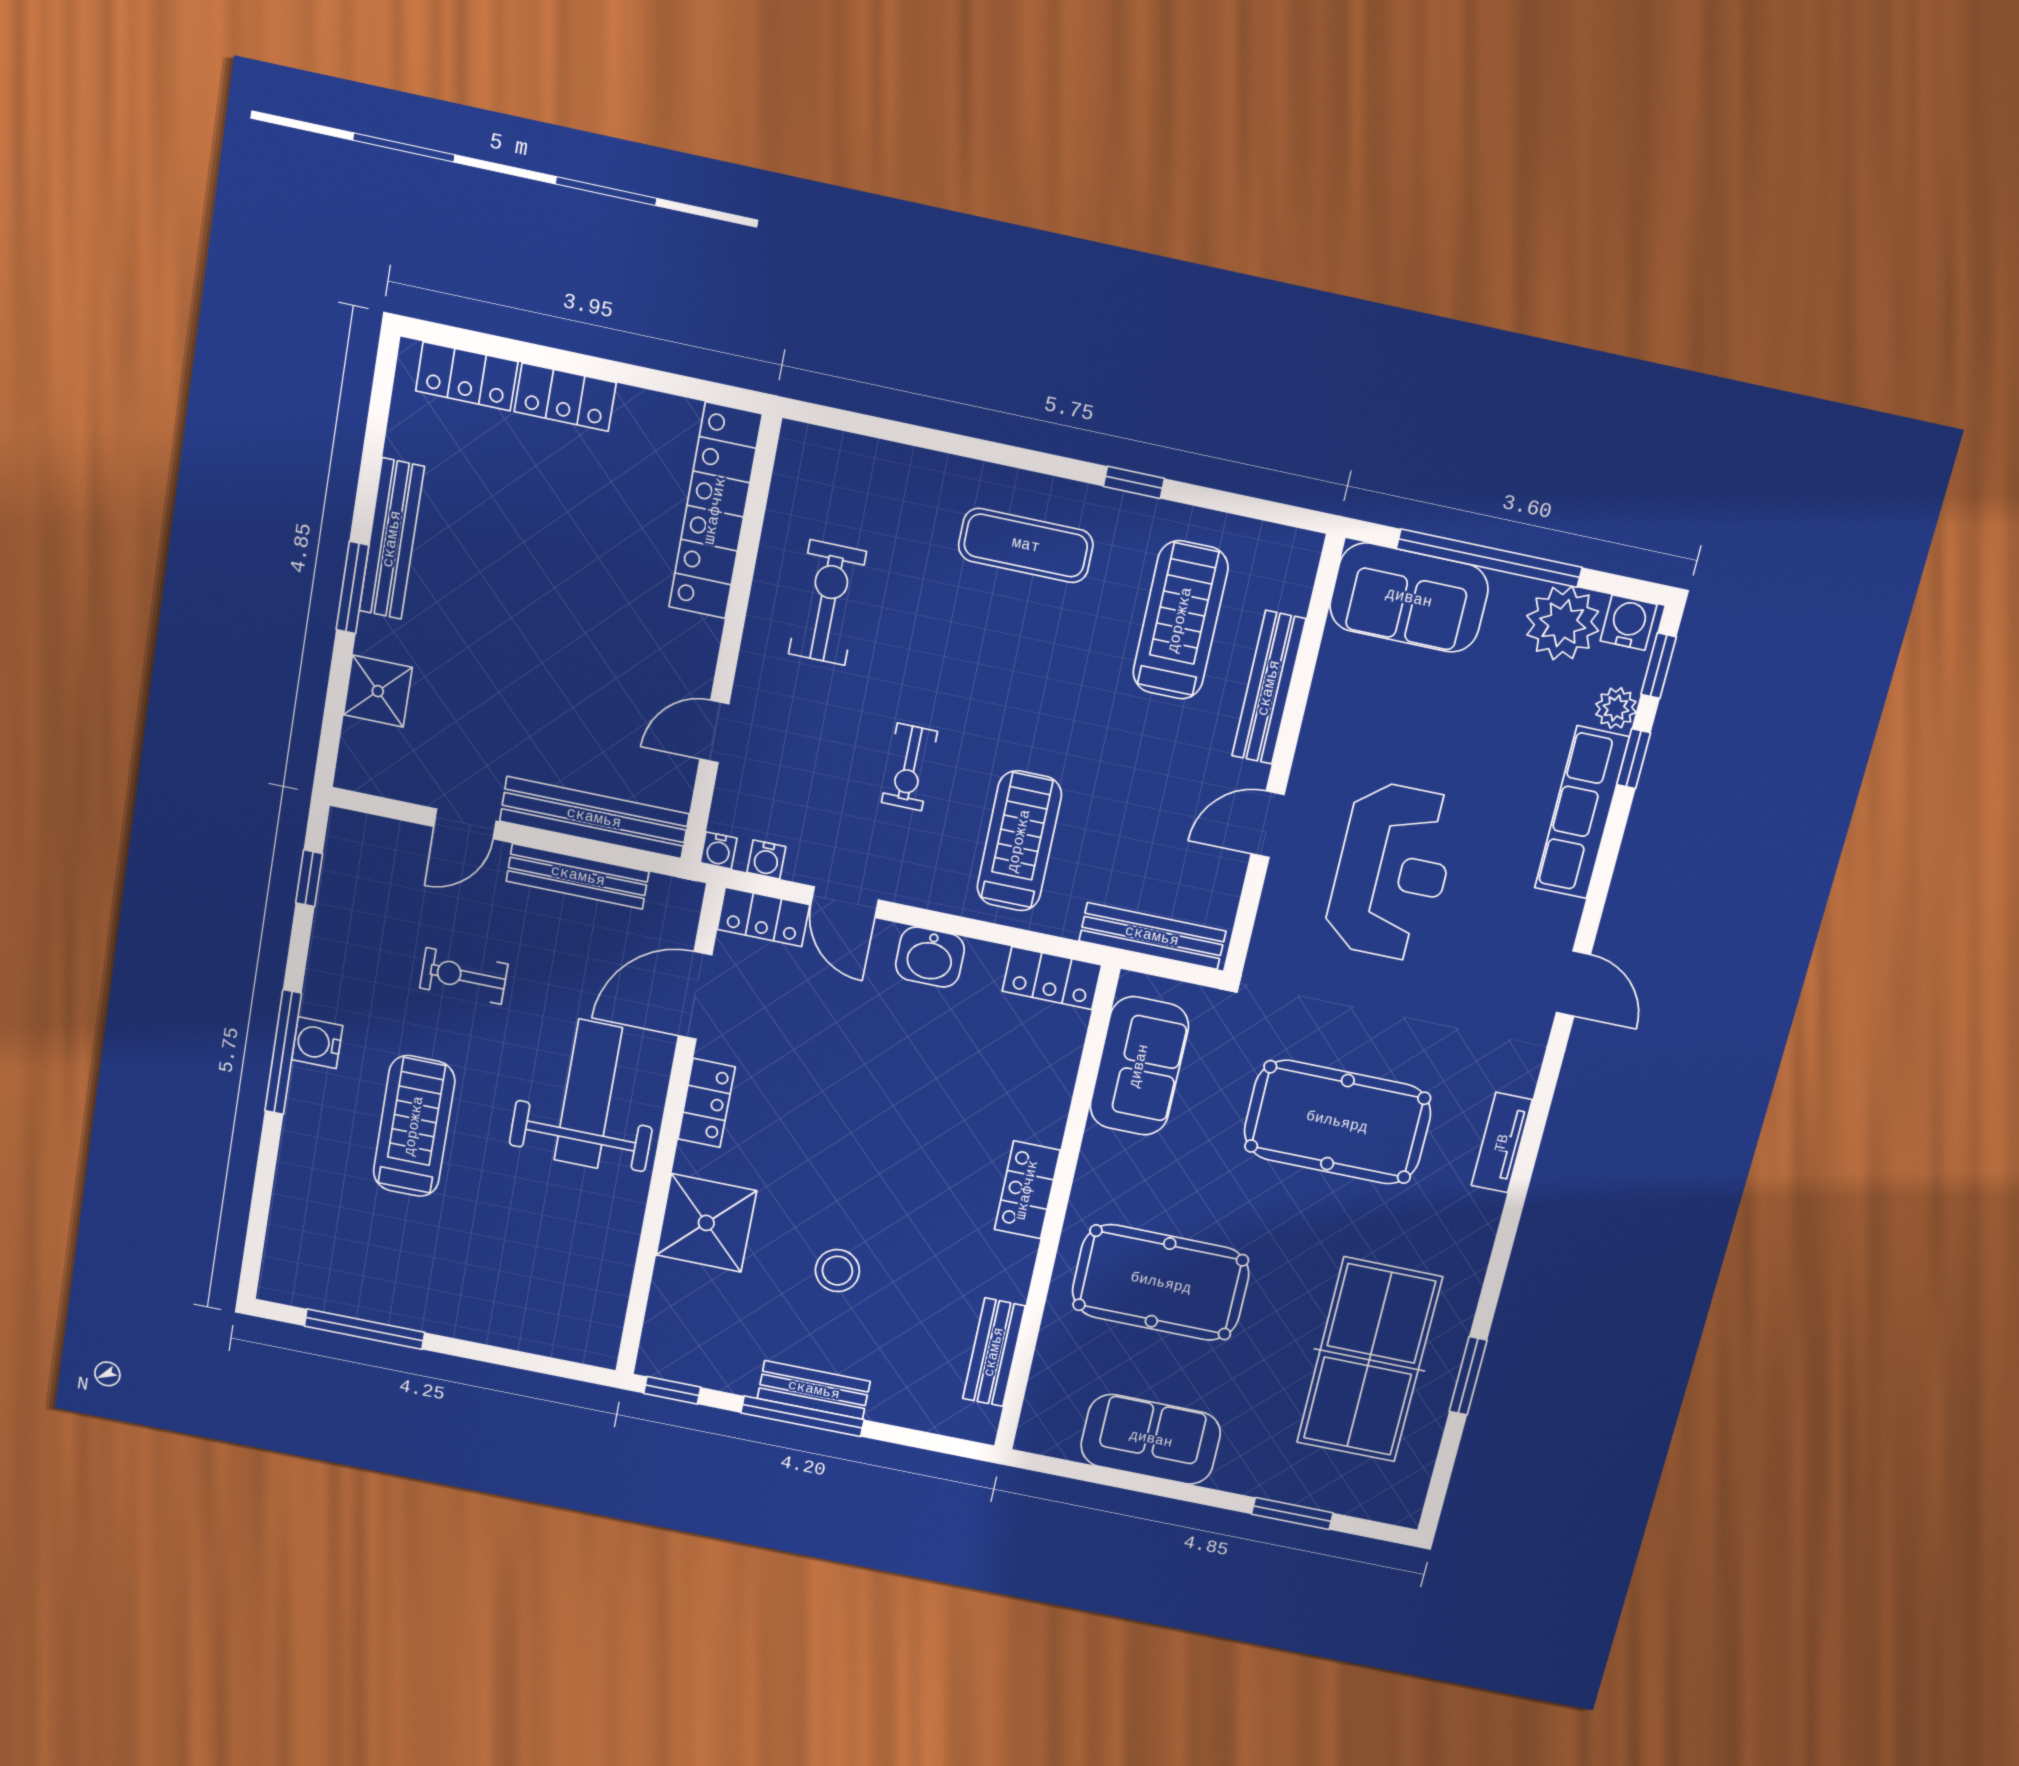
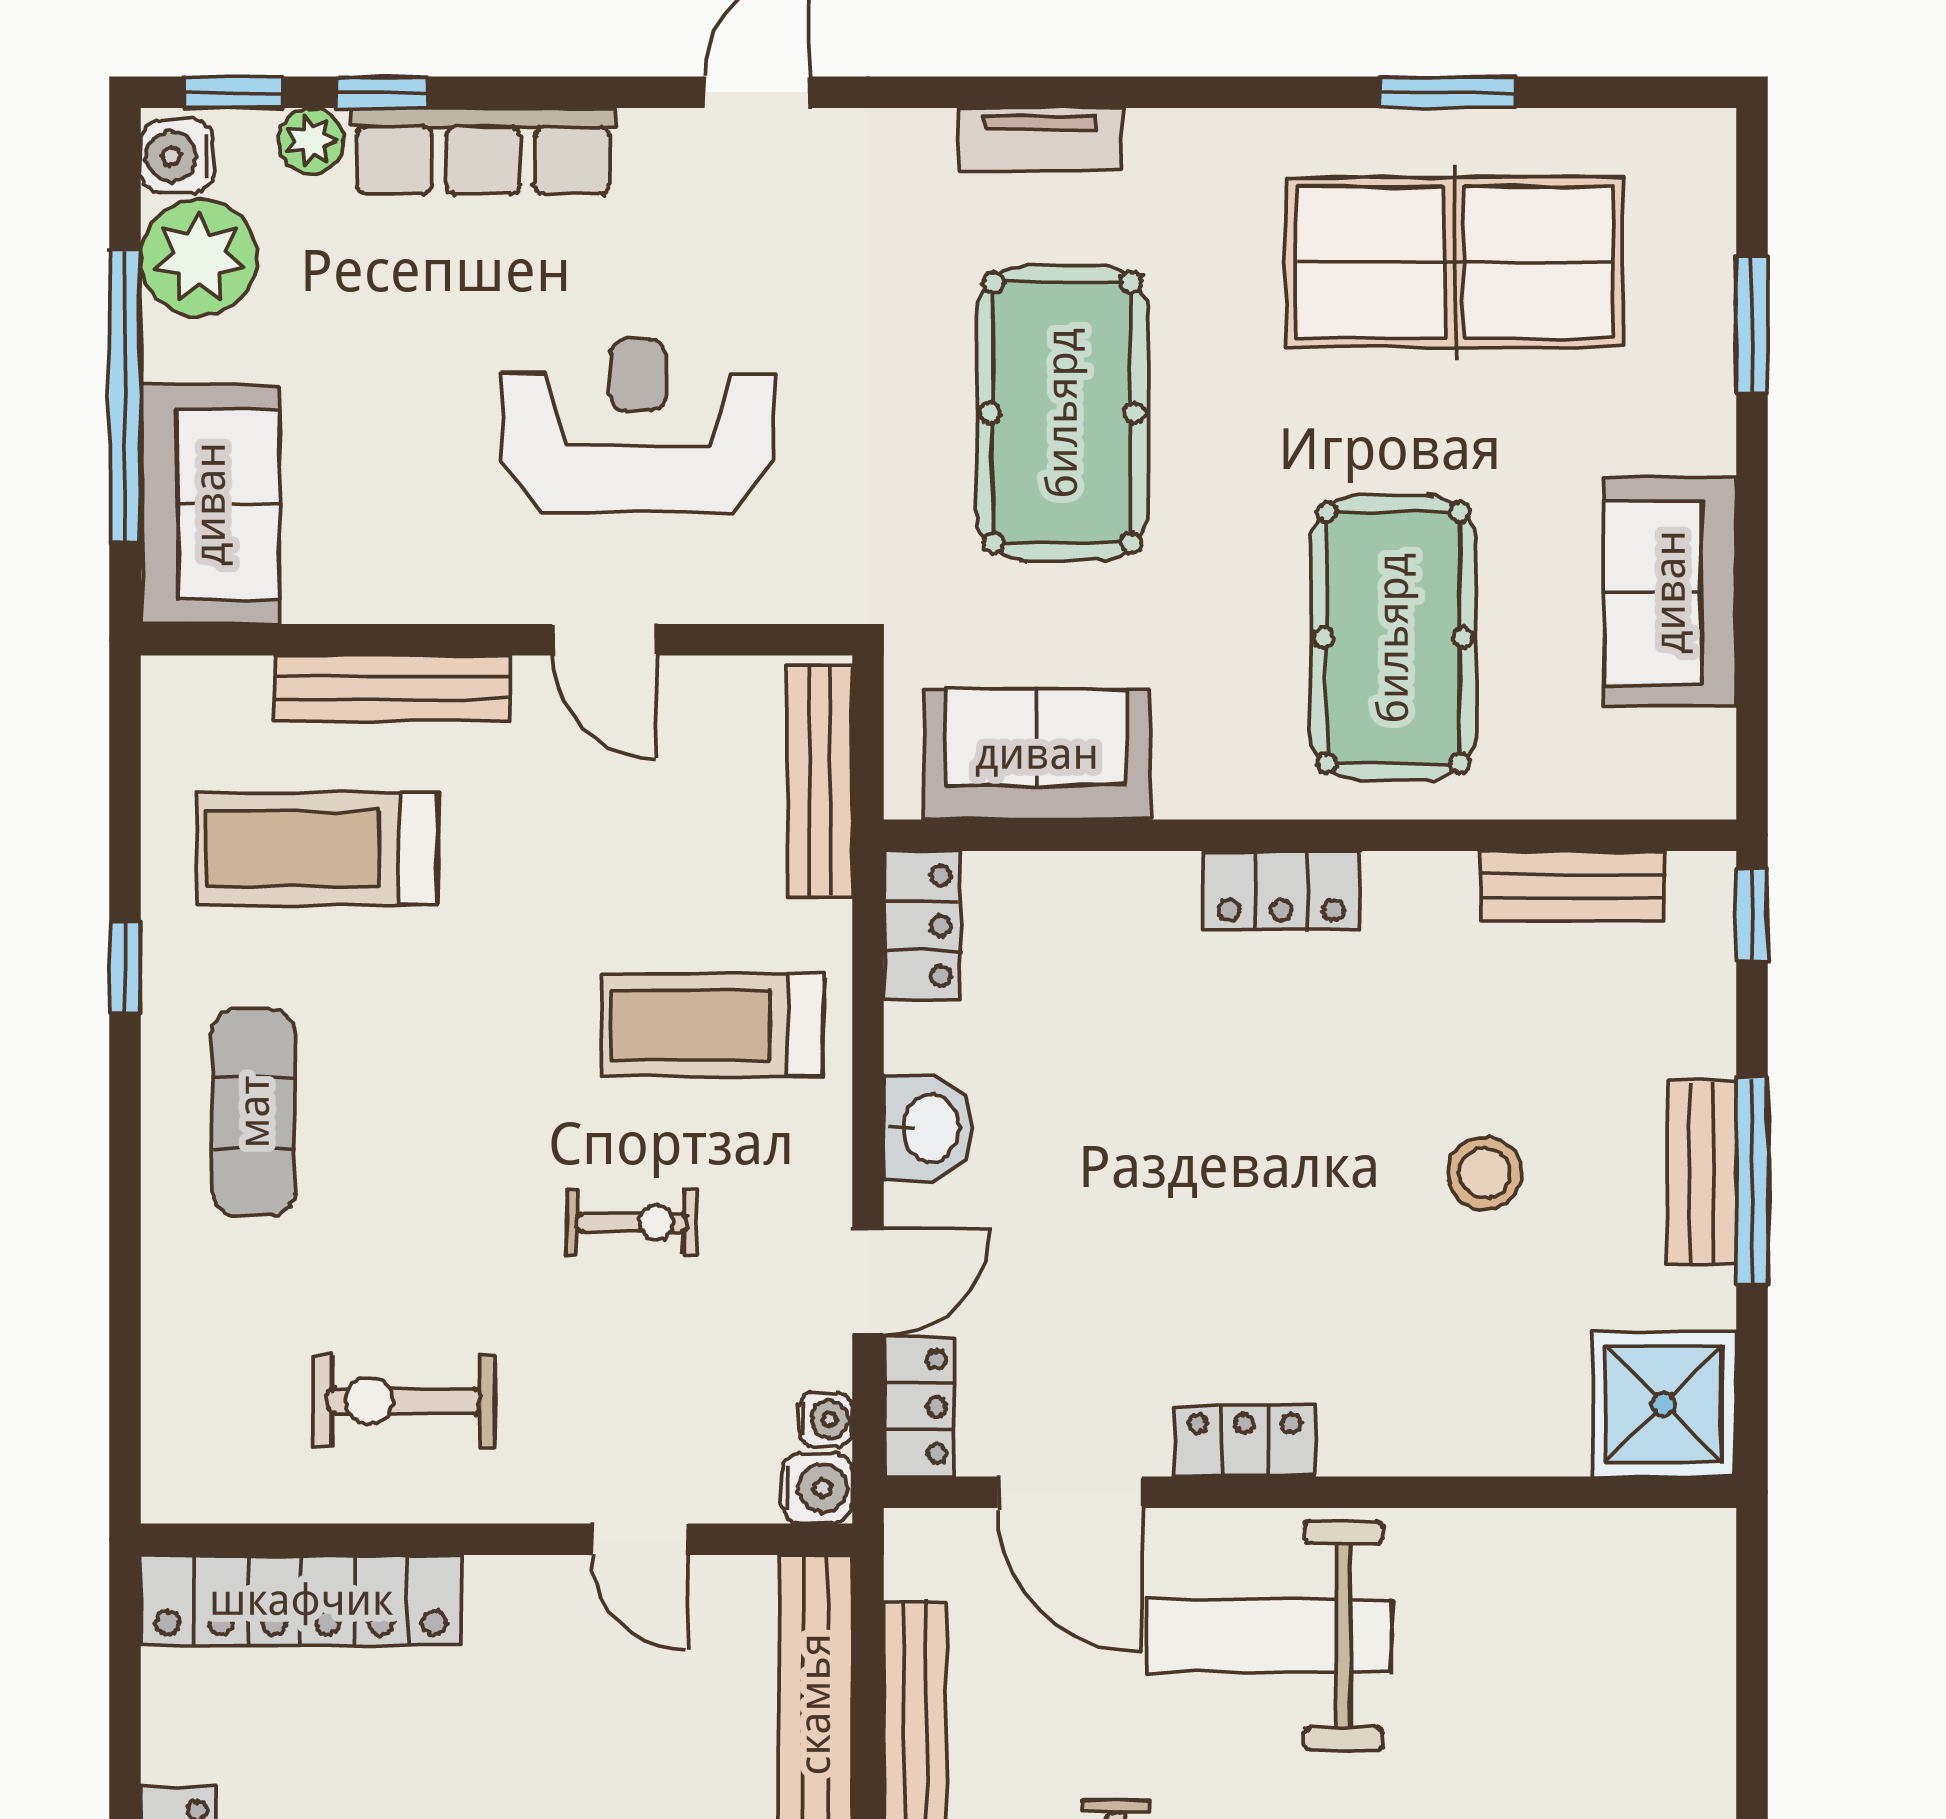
water cooler: (719, 850) -> (817, 1488), width x1.38, depth x1.38
shower: (706, 1223) -> (1664, 1404), moved
window: (672, 1390) -> (1752, 915), moved

